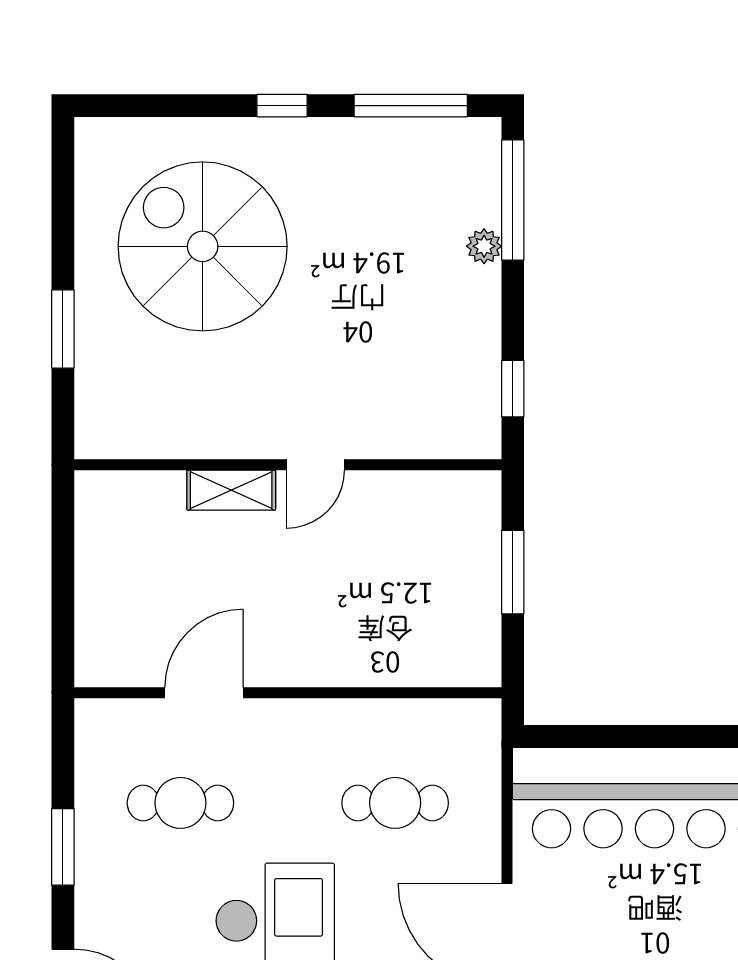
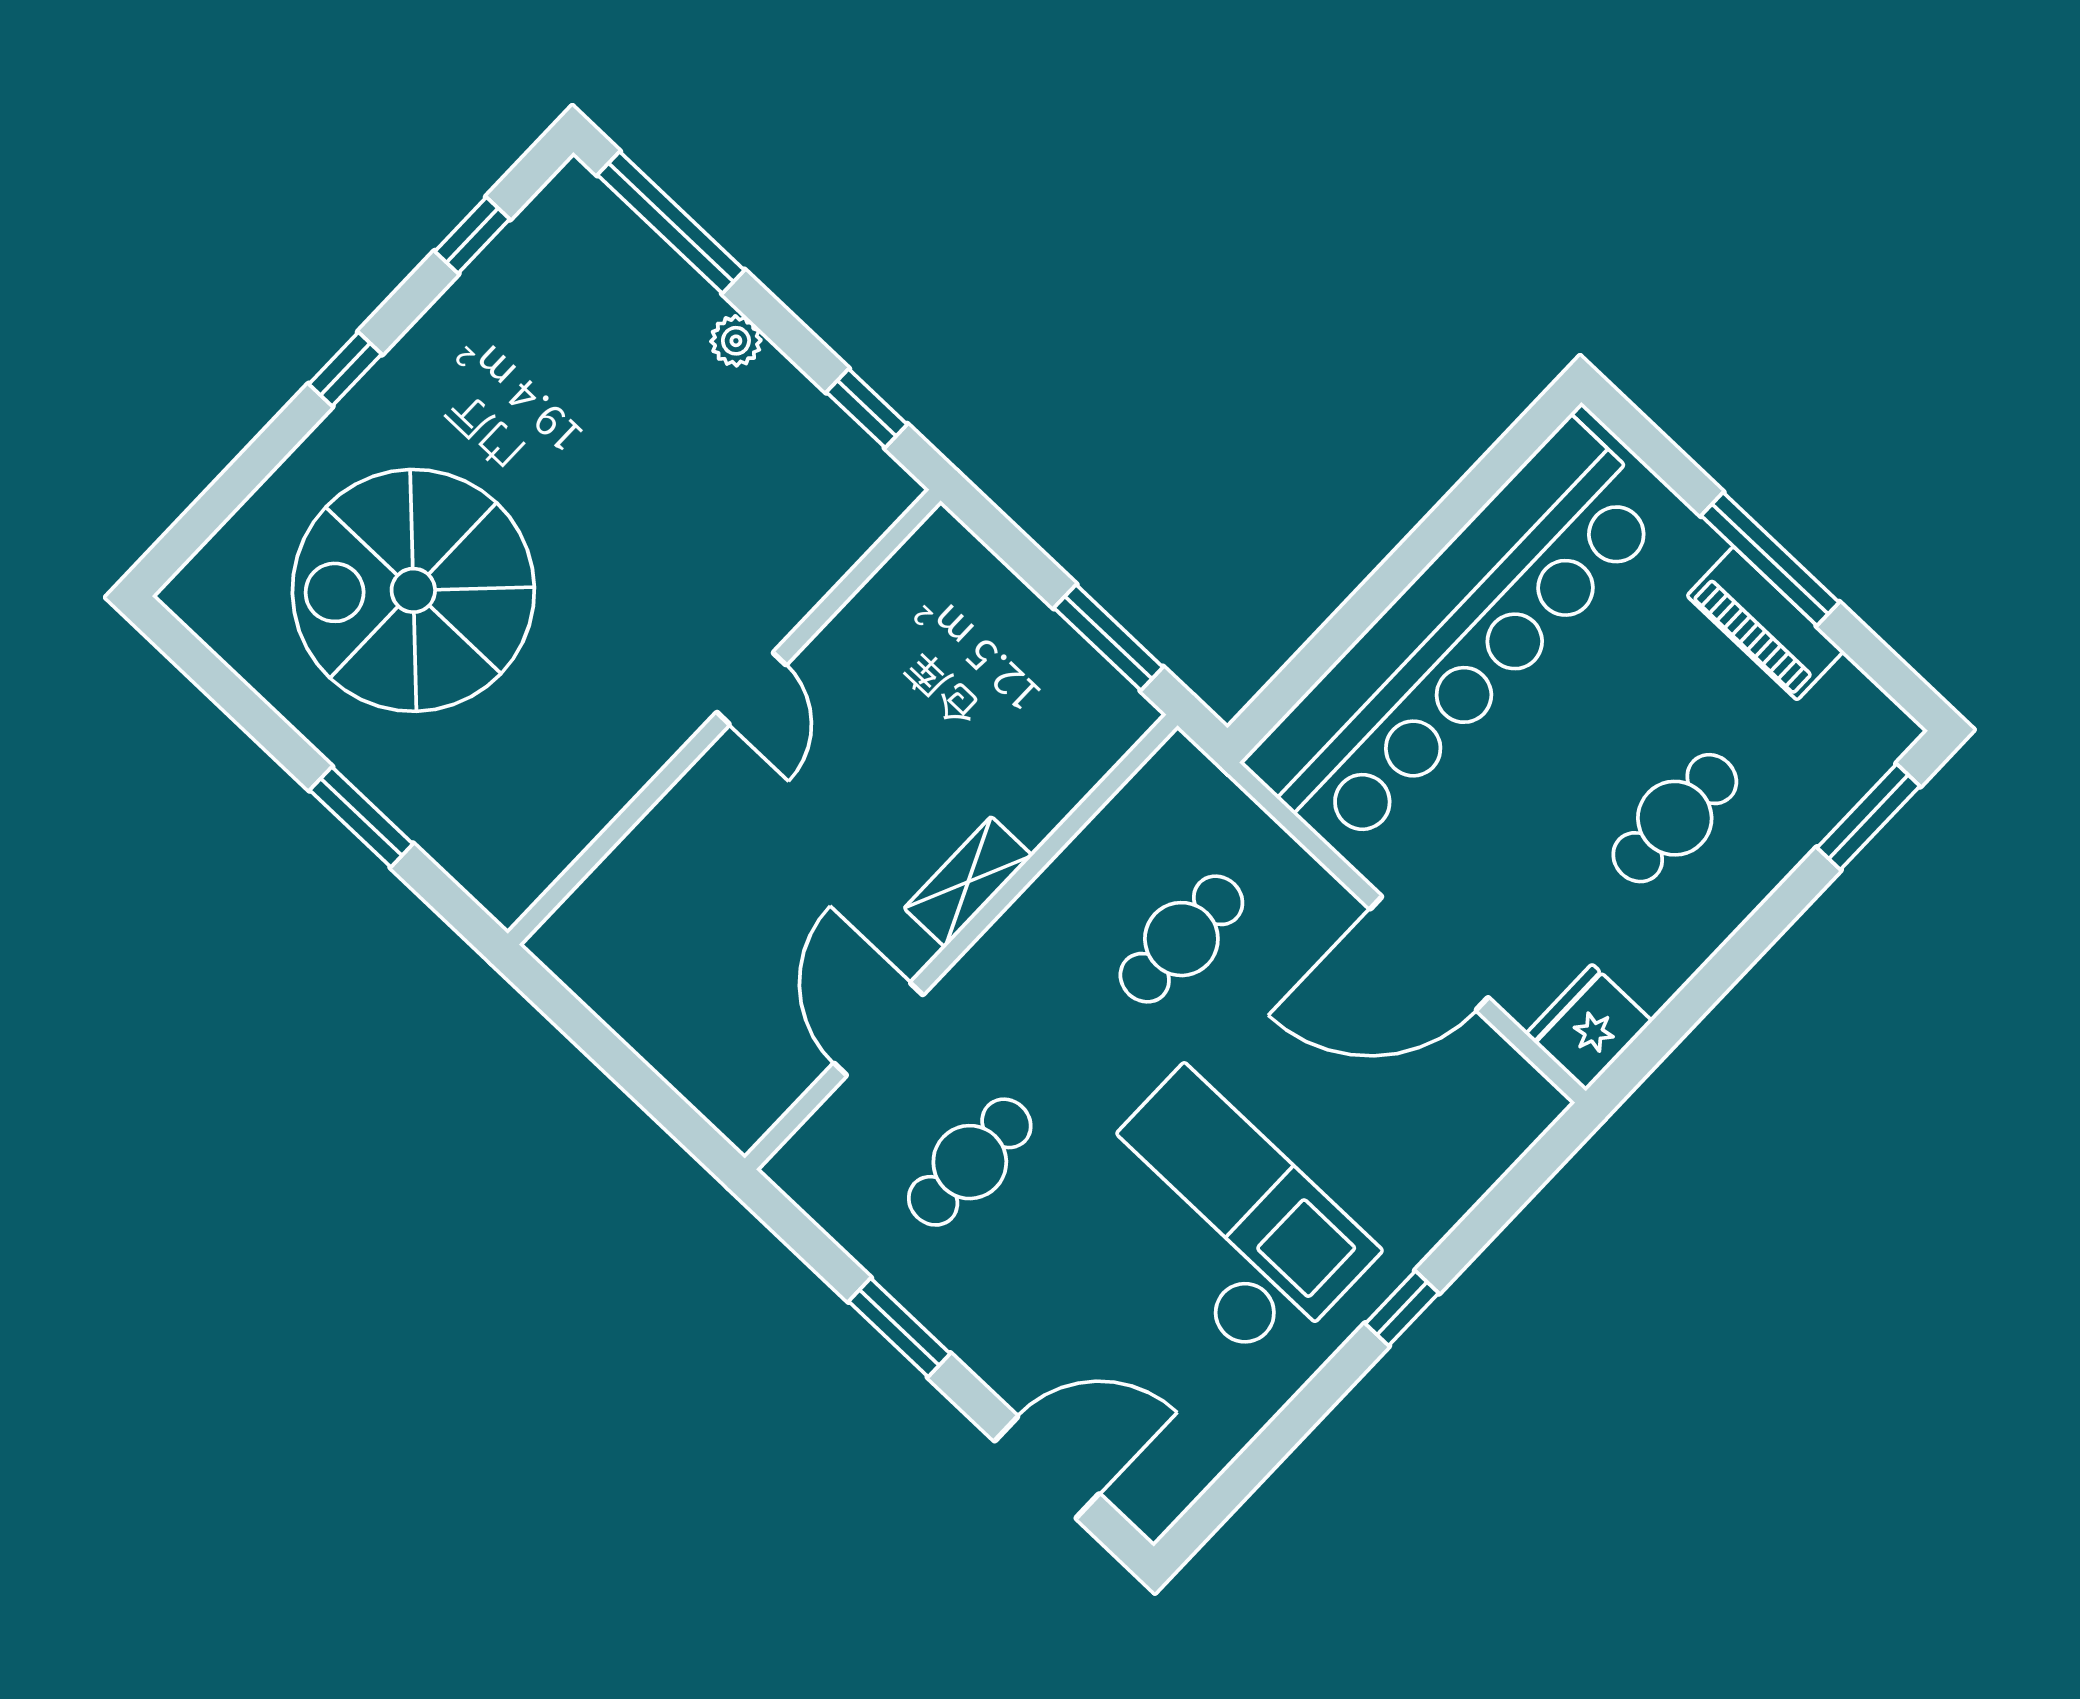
window: (411, 106) -> (472, 235), width x0.46
plant: (484, 246) -> (736, 341), moved
shelving: (231, 490) -> (968, 882), moved
window: (513, 572) -> (1108, 637), moved

